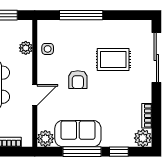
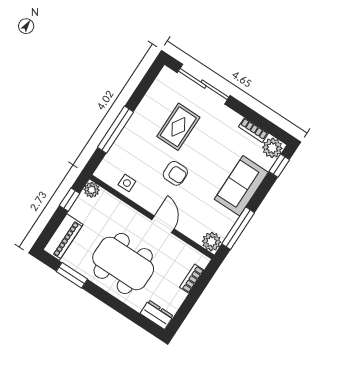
plant: (26, 48) -> (92, 190), moved
sofa: (78, 134) -> (241, 186), moved
window: (82, 152) -> (238, 228), moved
window: (119, 152) -> (279, 166), moved

